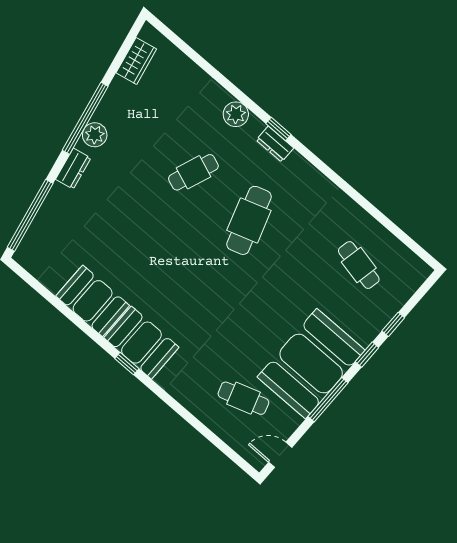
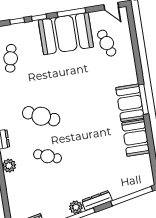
dresser: (73, 169) -> (97, 200), width x1.44
cafe table: (249, 220) -> (41, 116), turned 42
window: (127, 364) -> (144, 99), width x2.17

